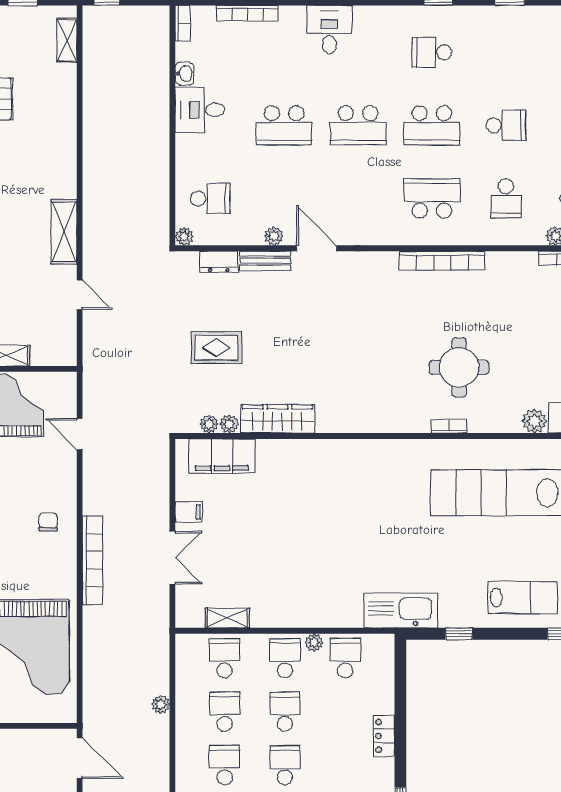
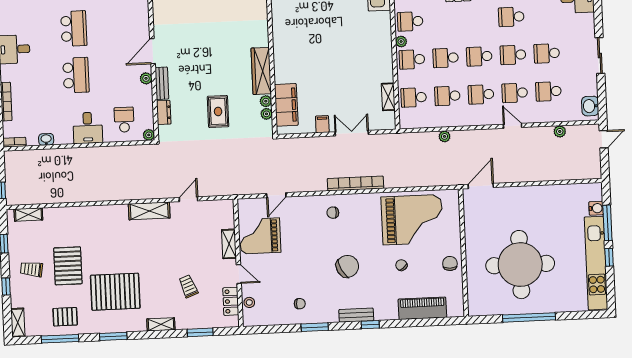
desk: (200, 110) -> (88, 128), moved

